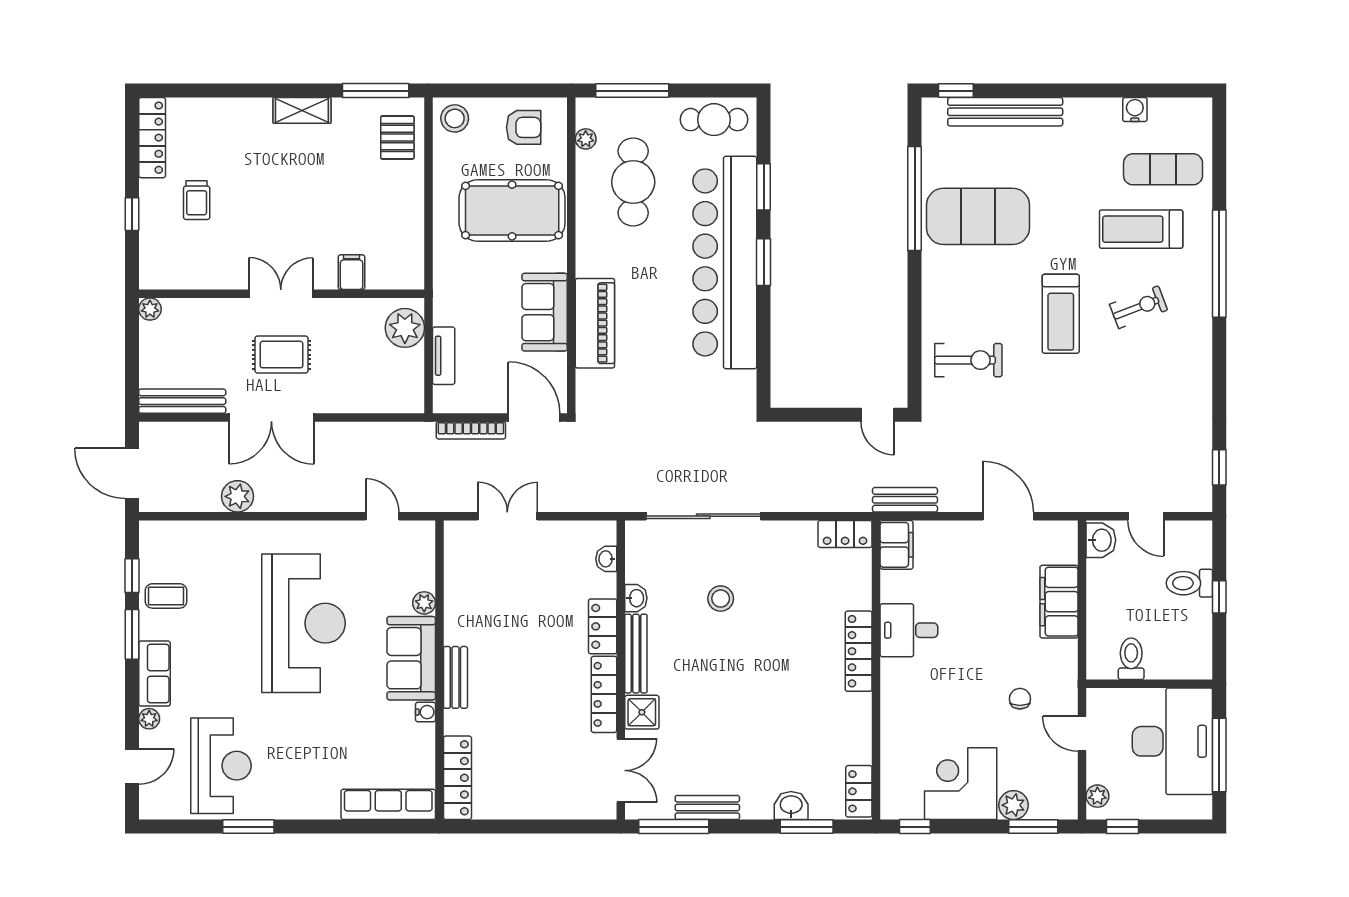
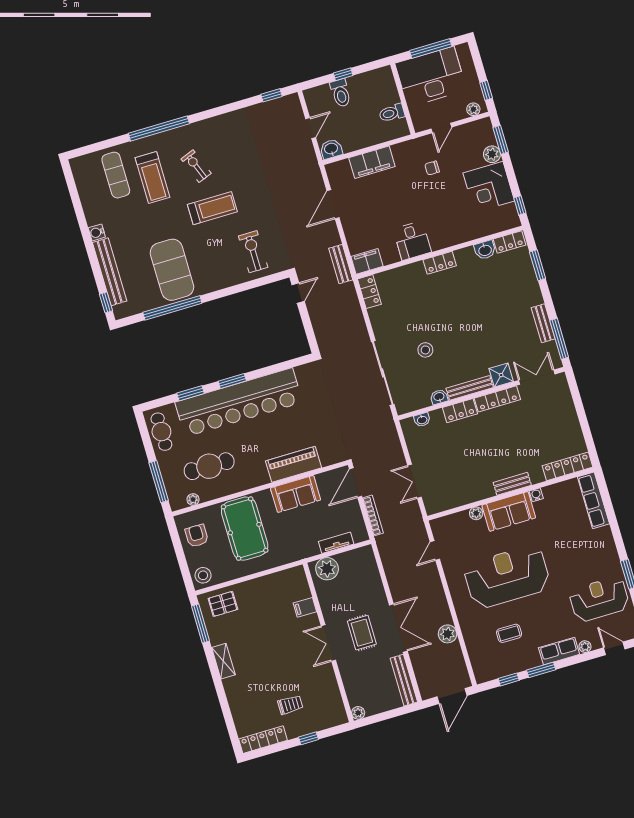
water cooler: (1135, 110) -> (97, 232), moved
coffee table: (166, 596) -> (509, 633), moved, turned 90
locker: (859, 651) -> (440, 263), width x0.66
washbasin: (791, 805) -> (485, 250), moved, turned -90

